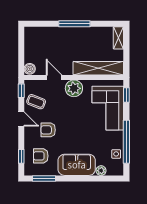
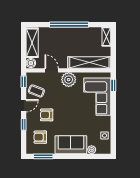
window: (74, 24) -> (69, 25), width x1.46
shelving: (31, 45) -> (32, 43), added
door: (21, 119) -> (24, 106), hinge flipped
window: (126, 142) -> (113, 125), removed
window: (21, 156) -> (24, 124), moved

